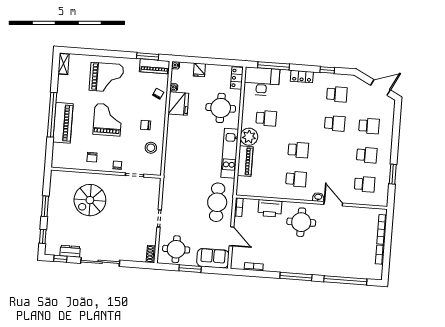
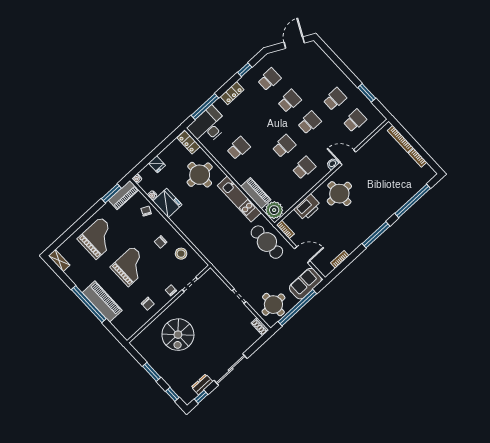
grand piano: (107, 120) -> (131, 266), turned 90
school desk: (369, 126) -> (309, 123), moved
plant: (249, 137) -> (274, 210), moved
window: (190, 269) -> (297, 308), width x2.11

